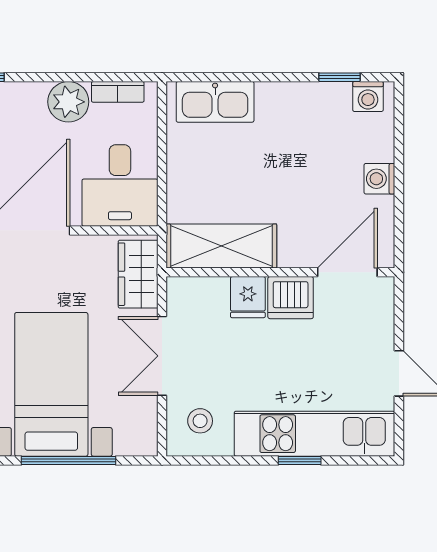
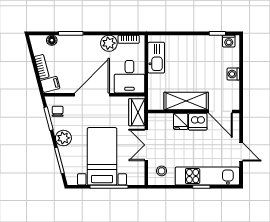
kitchen sink: (215, 102) -> (156, 58), moved, turned -90
shelving: (221, 246) -> (186, 101), moved
door: (347, 272) -> (221, 111), swing flipped

